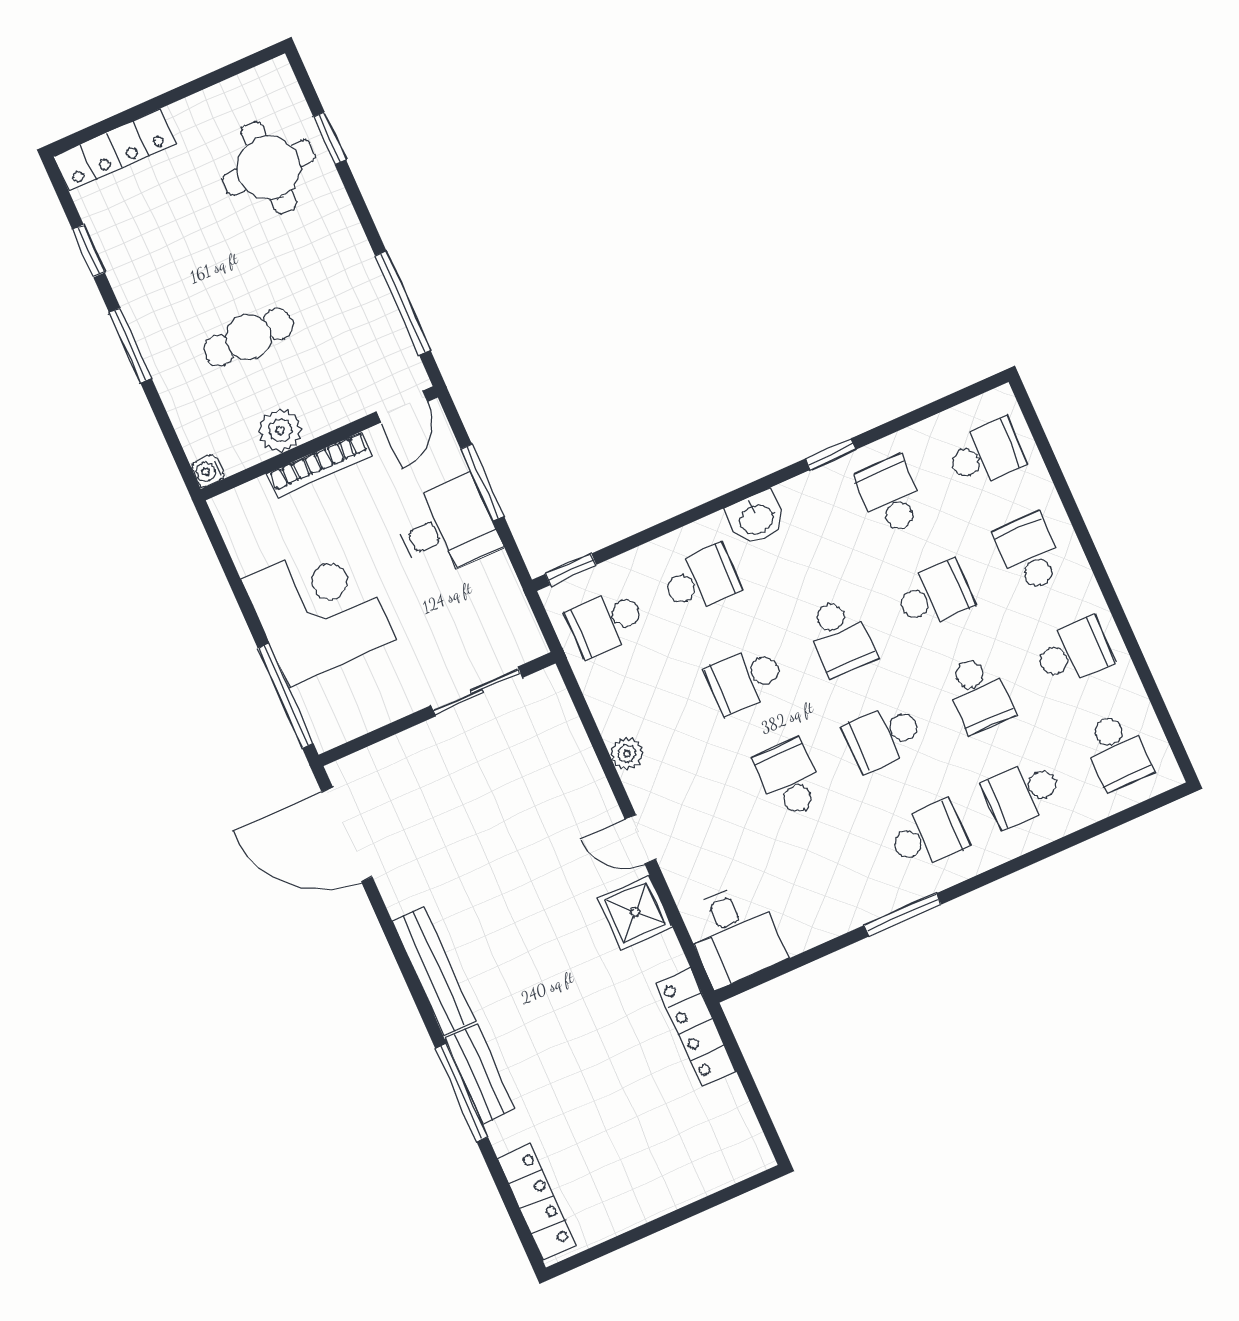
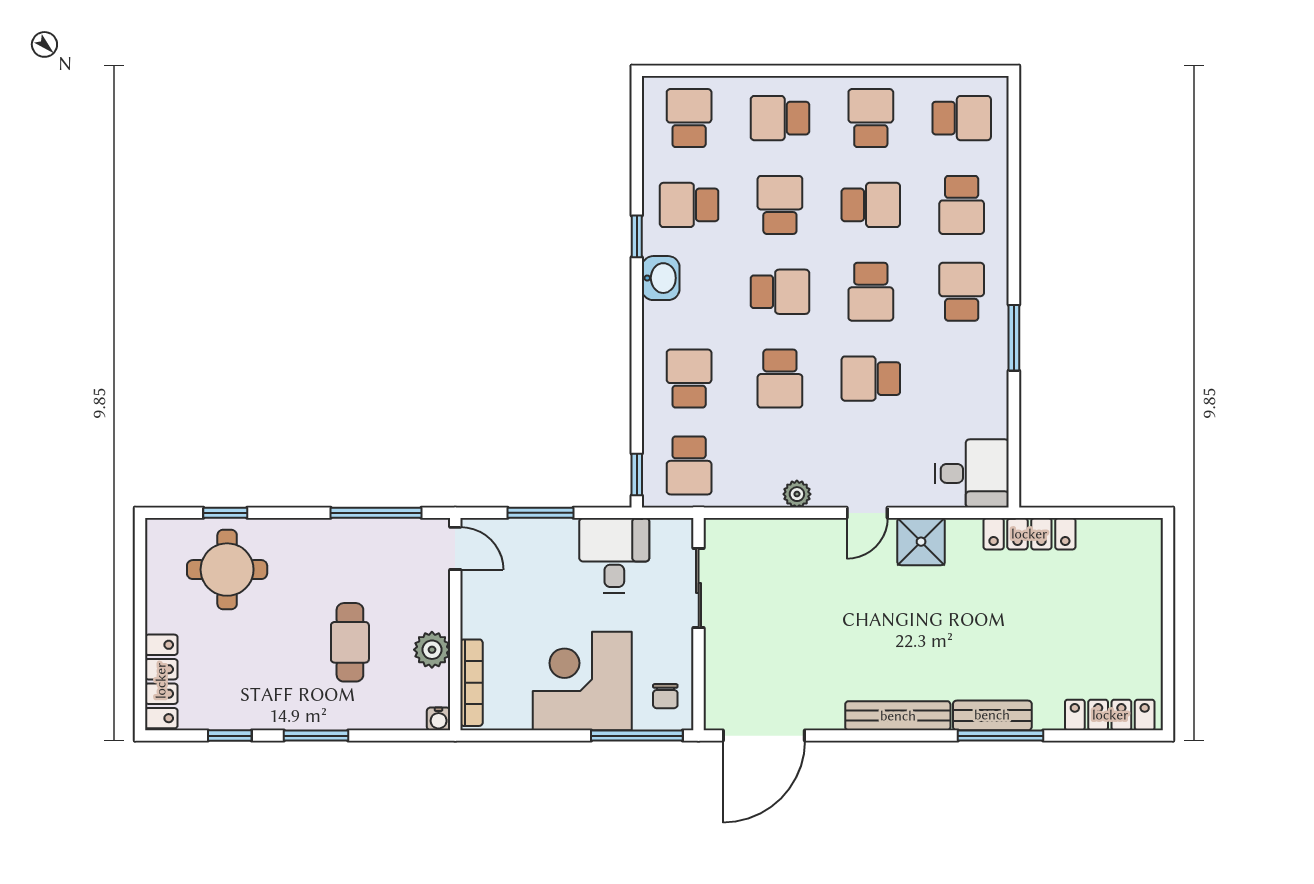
bookcase: (320, 464) -> (471, 683), moved
washbasin: (756, 518) -> (661, 278), moved
desk: (446, 528) -> (614, 556), moved
chair: (342, 708) -> (665, 696), added

